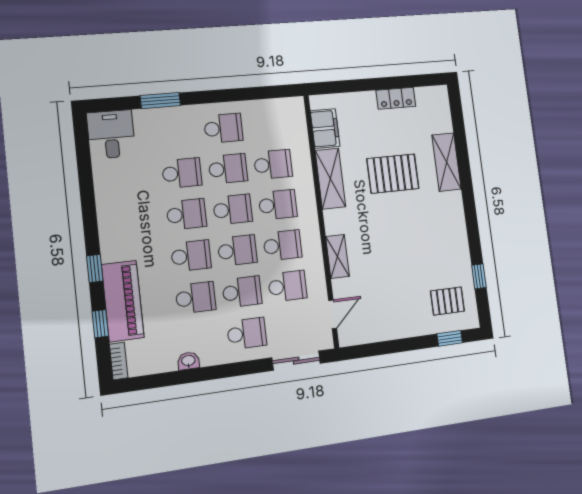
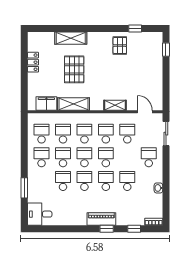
school desk: (242, 292) -> (42, 134), moved
piano: (123, 301) -> (101, 219), moved, width x0.73, depth x0.75
pallet: (447, 301) -> (120, 46), moved

